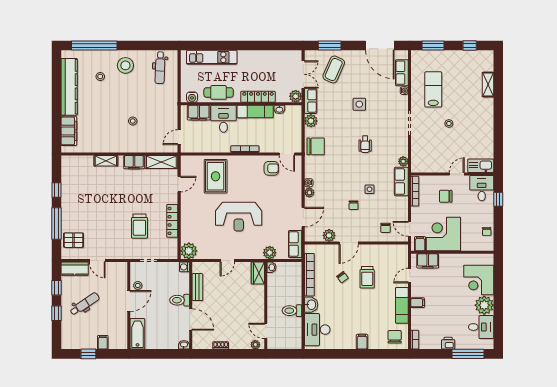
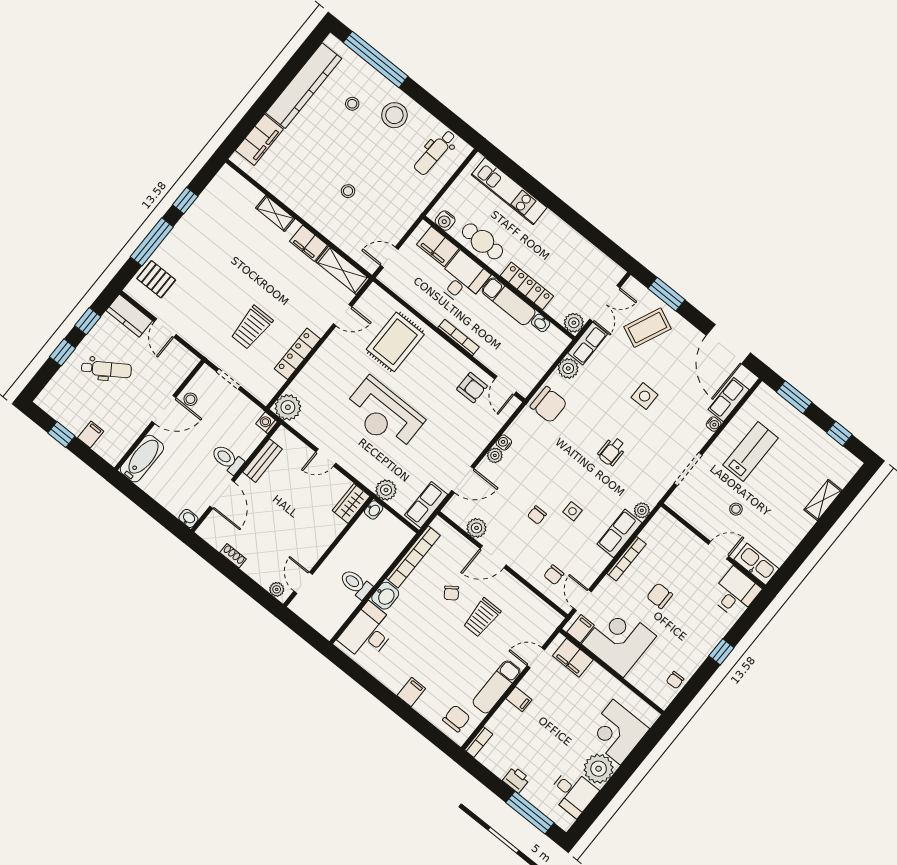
kitchen sink: (481, 166) -> (756, 564), moved
wall: (452, 174) -> (713, 546), moved
door: (457, 174) -> (719, 550), moved
desk: (482, 188) -> (735, 593), moved

